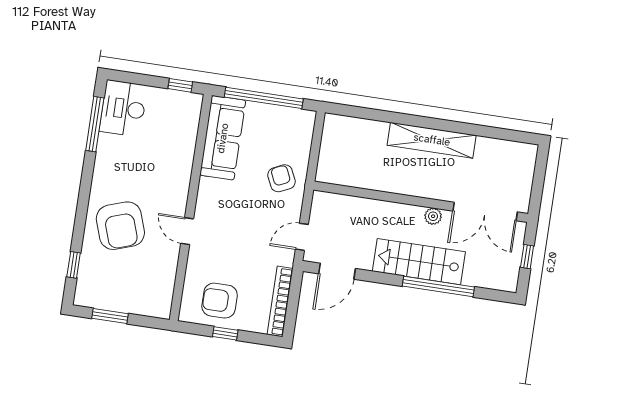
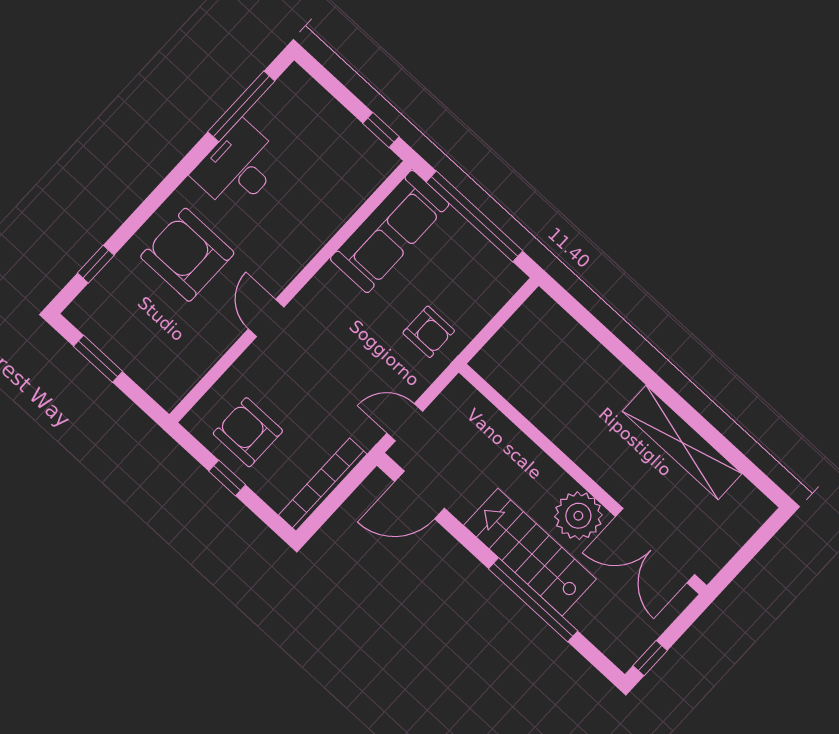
desk: (123, 108) -> (238, 167), moved
shelving: (432, 140) -> (682, 442), moved
armchair: (281, 178) -> (429, 332), turned 115
plant: (433, 216) -> (578, 516), width x1.87, depth x1.87
armchair: (120, 226) -> (187, 255), turned 109
window: (527, 257) -> (650, 658), moved

